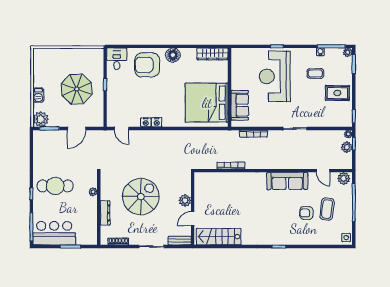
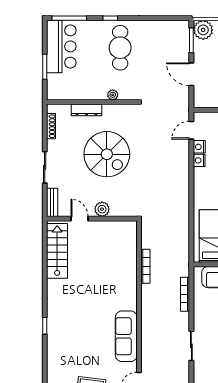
nightstand: (157, 122) -> (199, 147), moved
armchair: (306, 213) -> (86, 360), removed

